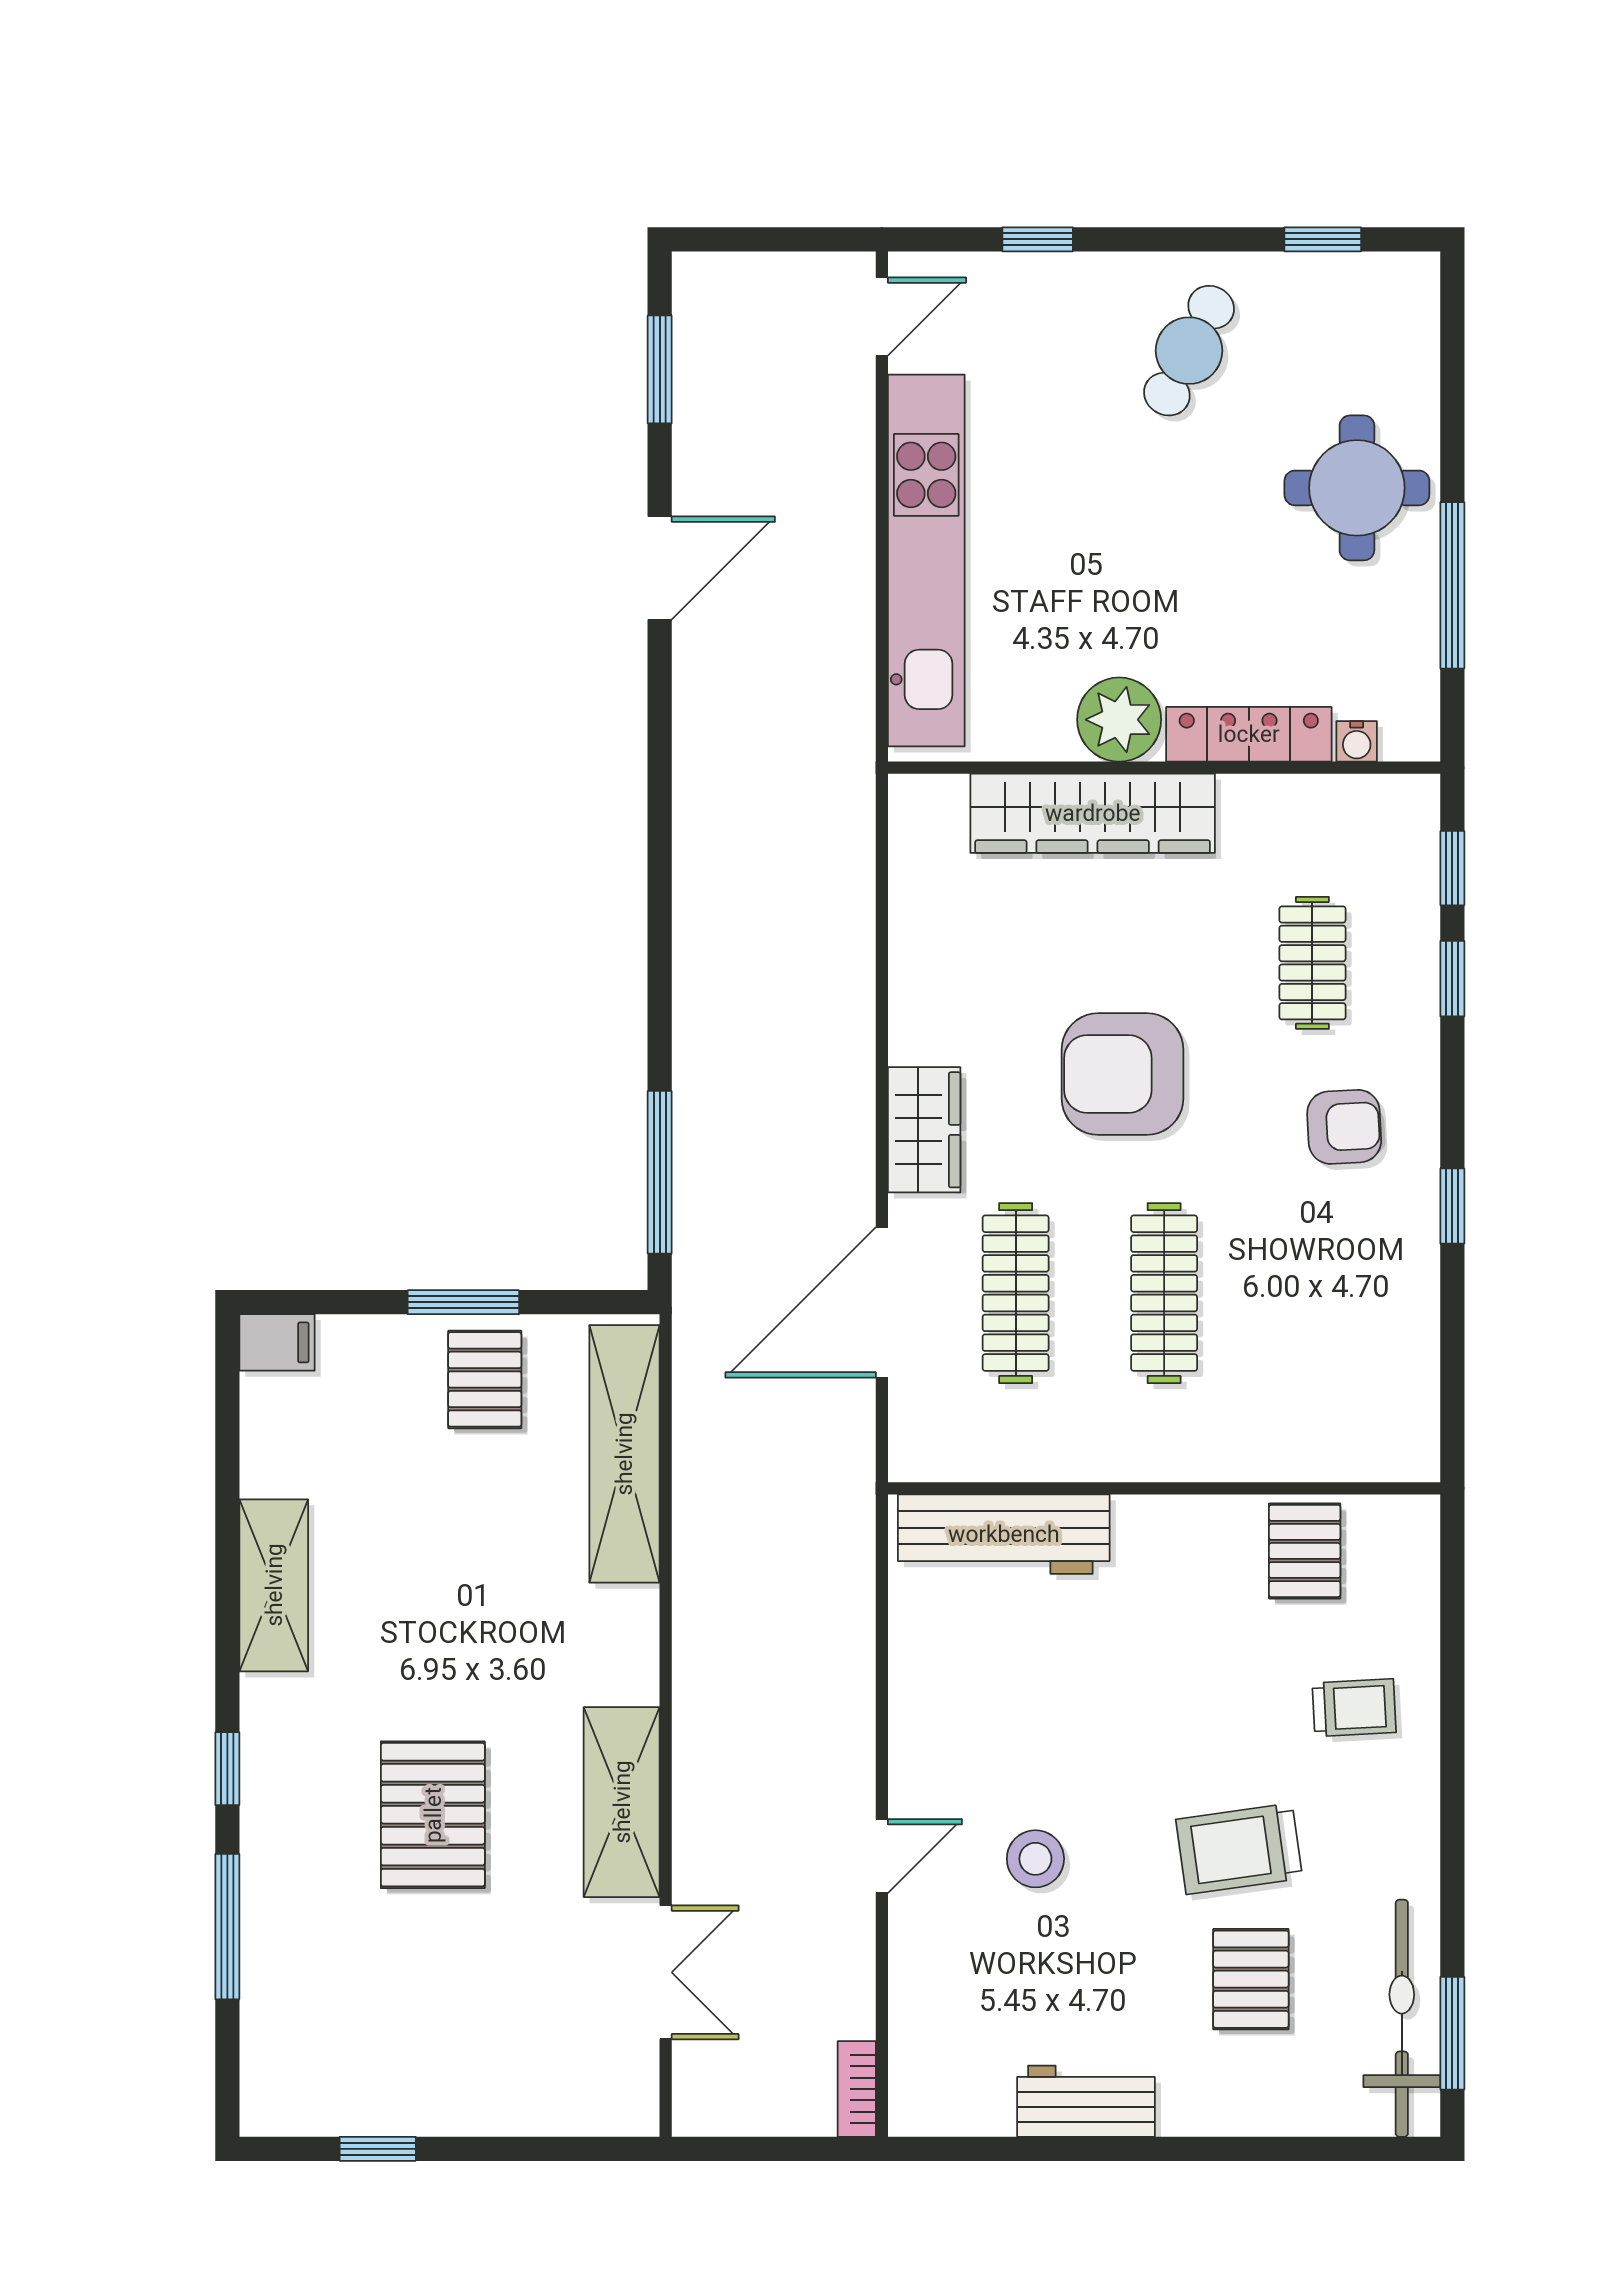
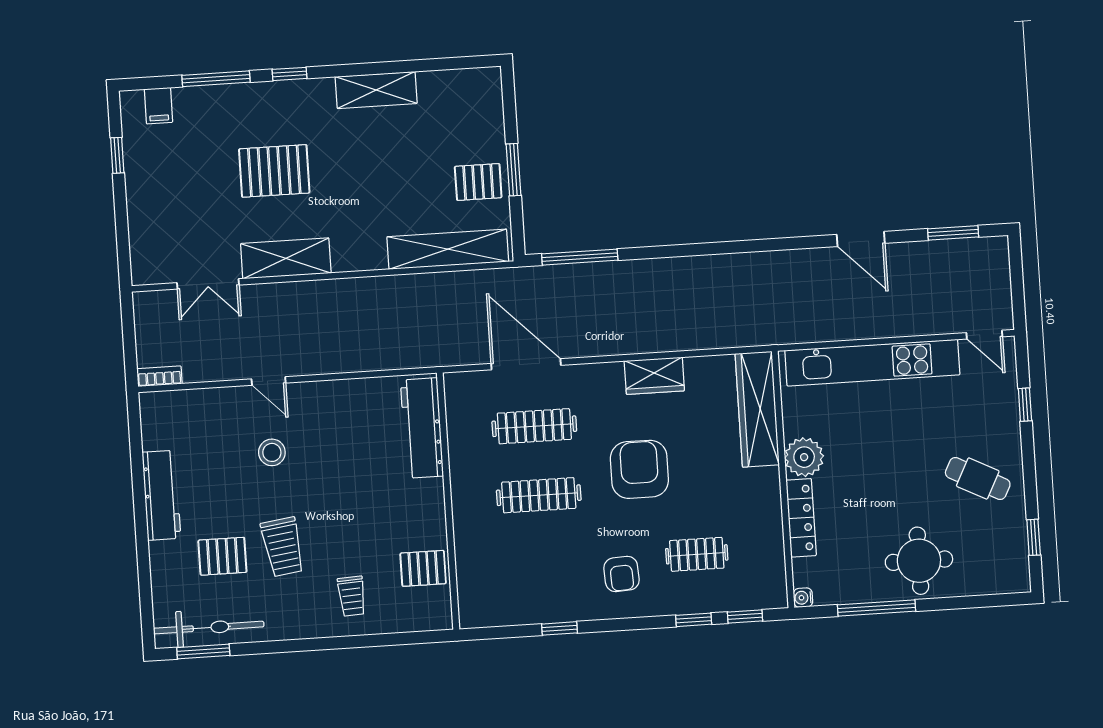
water cooler: (1357, 741) -> (803, 598), moved
wardrobe: (1093, 813) -> (757, 409), moved
wardrobe: (924, 1130) -> (654, 376), moved
window: (1452, 1206) -> (560, 628), moved
filing cabinet: (277, 1342) -> (158, 106), moved
trolley: (1239, 1849) -> (283, 547), turned 180
workbench: (1086, 2101) -> (161, 495), width x1.38

